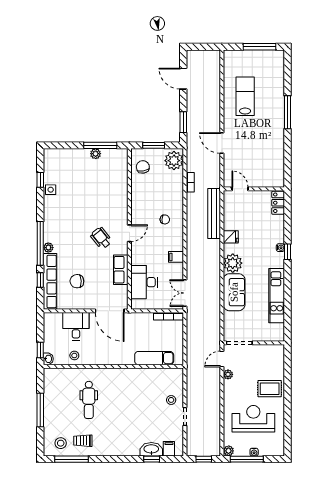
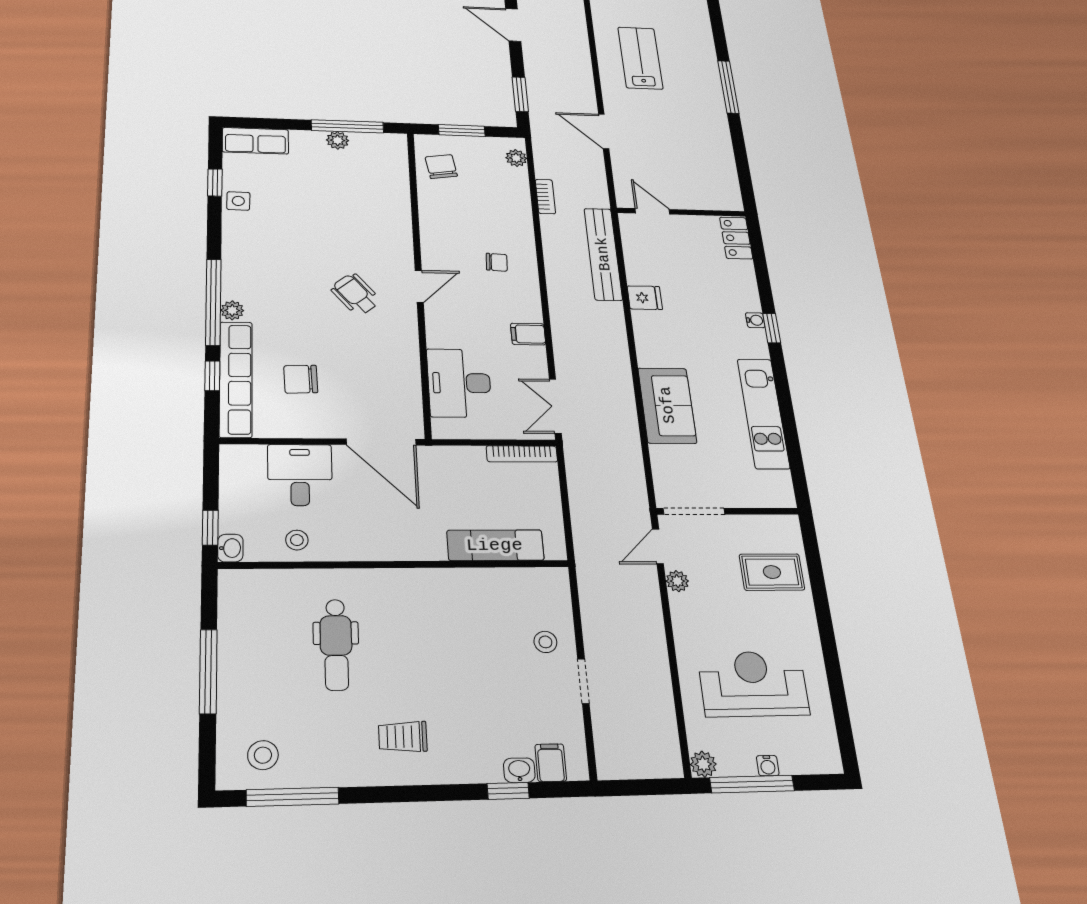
plant: (174, 161) -> (516, 158), width x0.53, depth x0.53
plant: (233, 263) -> (656, 348), removed
row of seats: (121, 270) -> (255, 141), moved, turned -90
rug: (270, 389) -> (772, 572), moved
trolley: (83, 441) -> (403, 737), moved
washbasin: (151, 449) -> (519, 770), width x0.52, depth x0.69
window: (204, 459) -> (643, 787), removed

